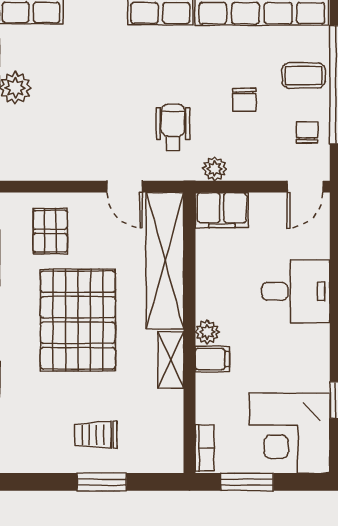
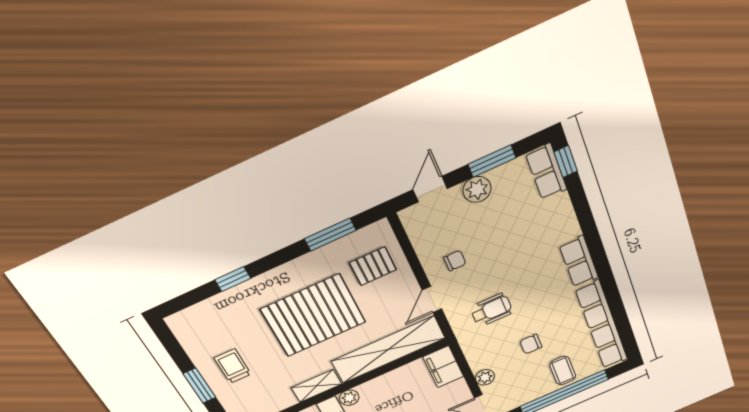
chair: (307, 132) -> (455, 261), moved
plant: (215, 169) -> (485, 377), moved

